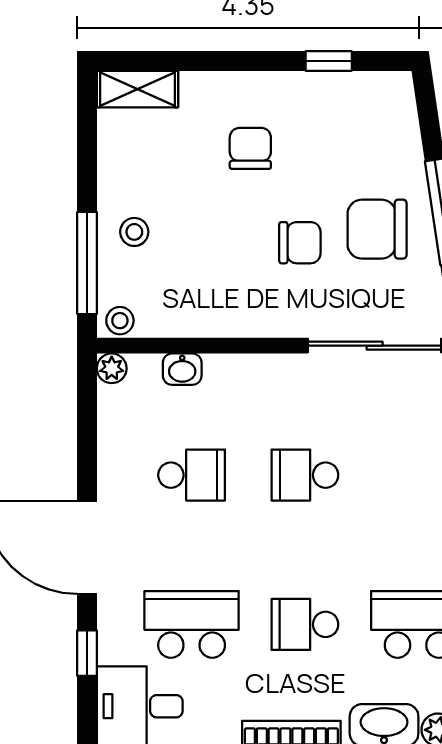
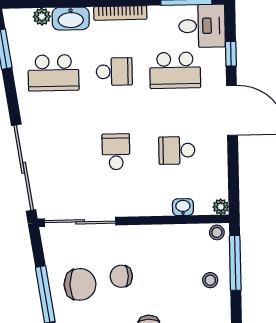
school desk: (305, 475) -> (116, 152), turned -90

